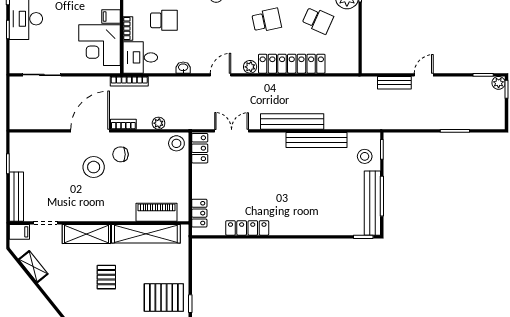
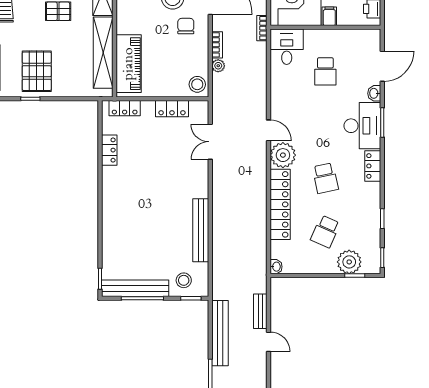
bookcase: (128, 28) -> (317, 34), removed
plant: (250, 67) -> (283, 155), width x1.87, depth x1.87
washbasin: (183, 68) -> (276, 267), moved
bookcase: (129, 81) -> (262, 28), width x0.64
bench: (292, 122) -> (220, 333), moved
bookcase: (123, 124) -> (217, 45), moved
double door: (232, 131) -> (210, 142), swing flipped
locker: (200, 148) -> (172, 109), moved
piano: (157, 212) -> (129, 64), width x1.37, depth x1.33
locker: (247, 228) -> (109, 150), width x0.66

